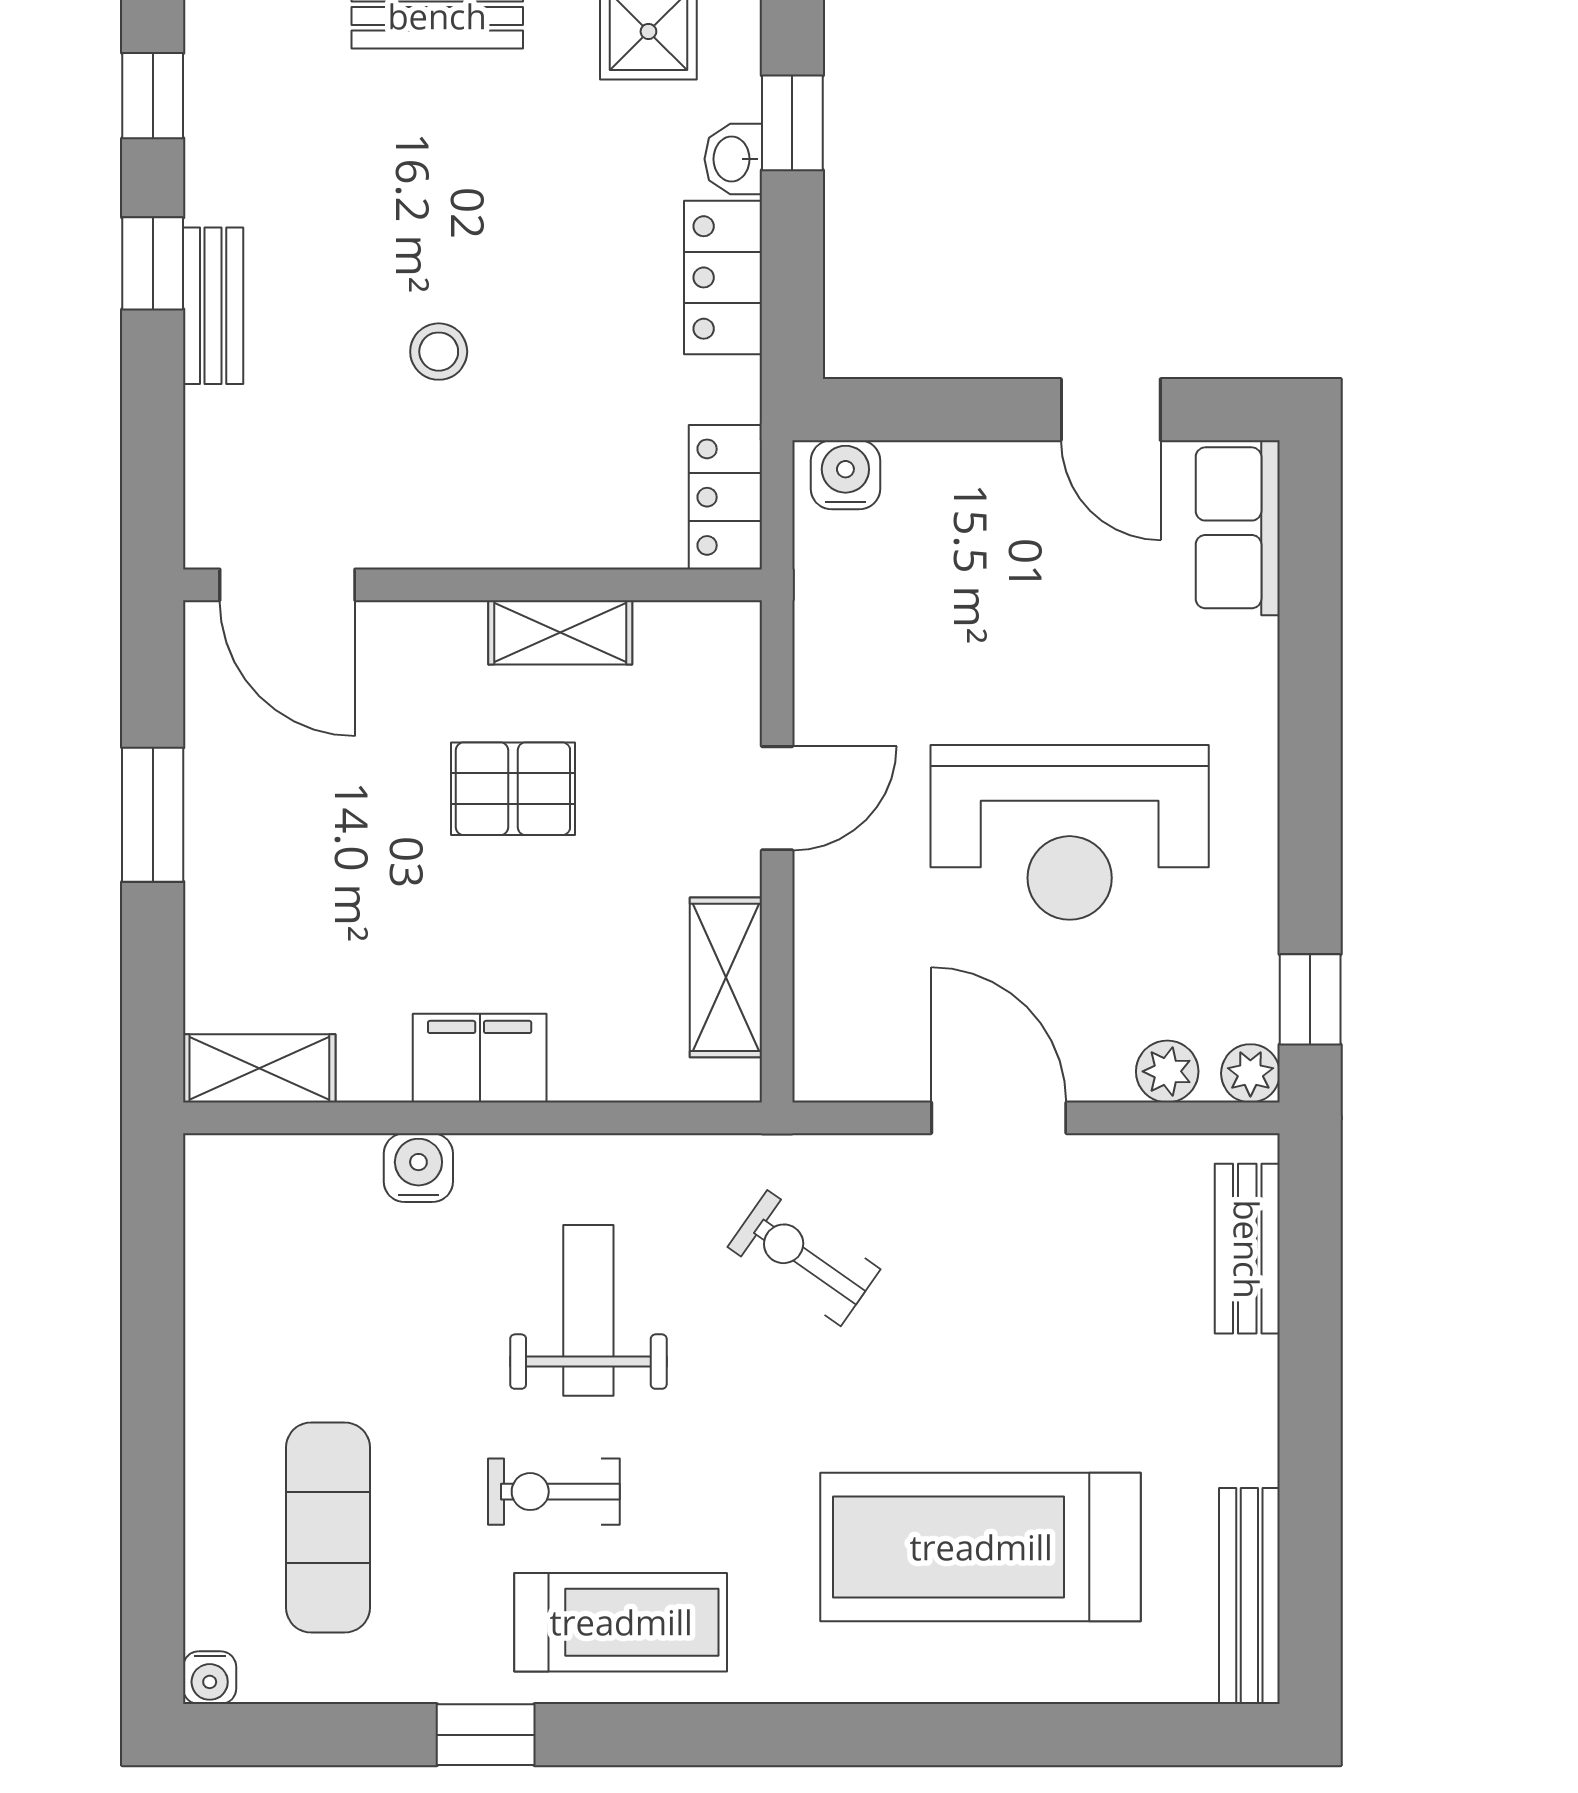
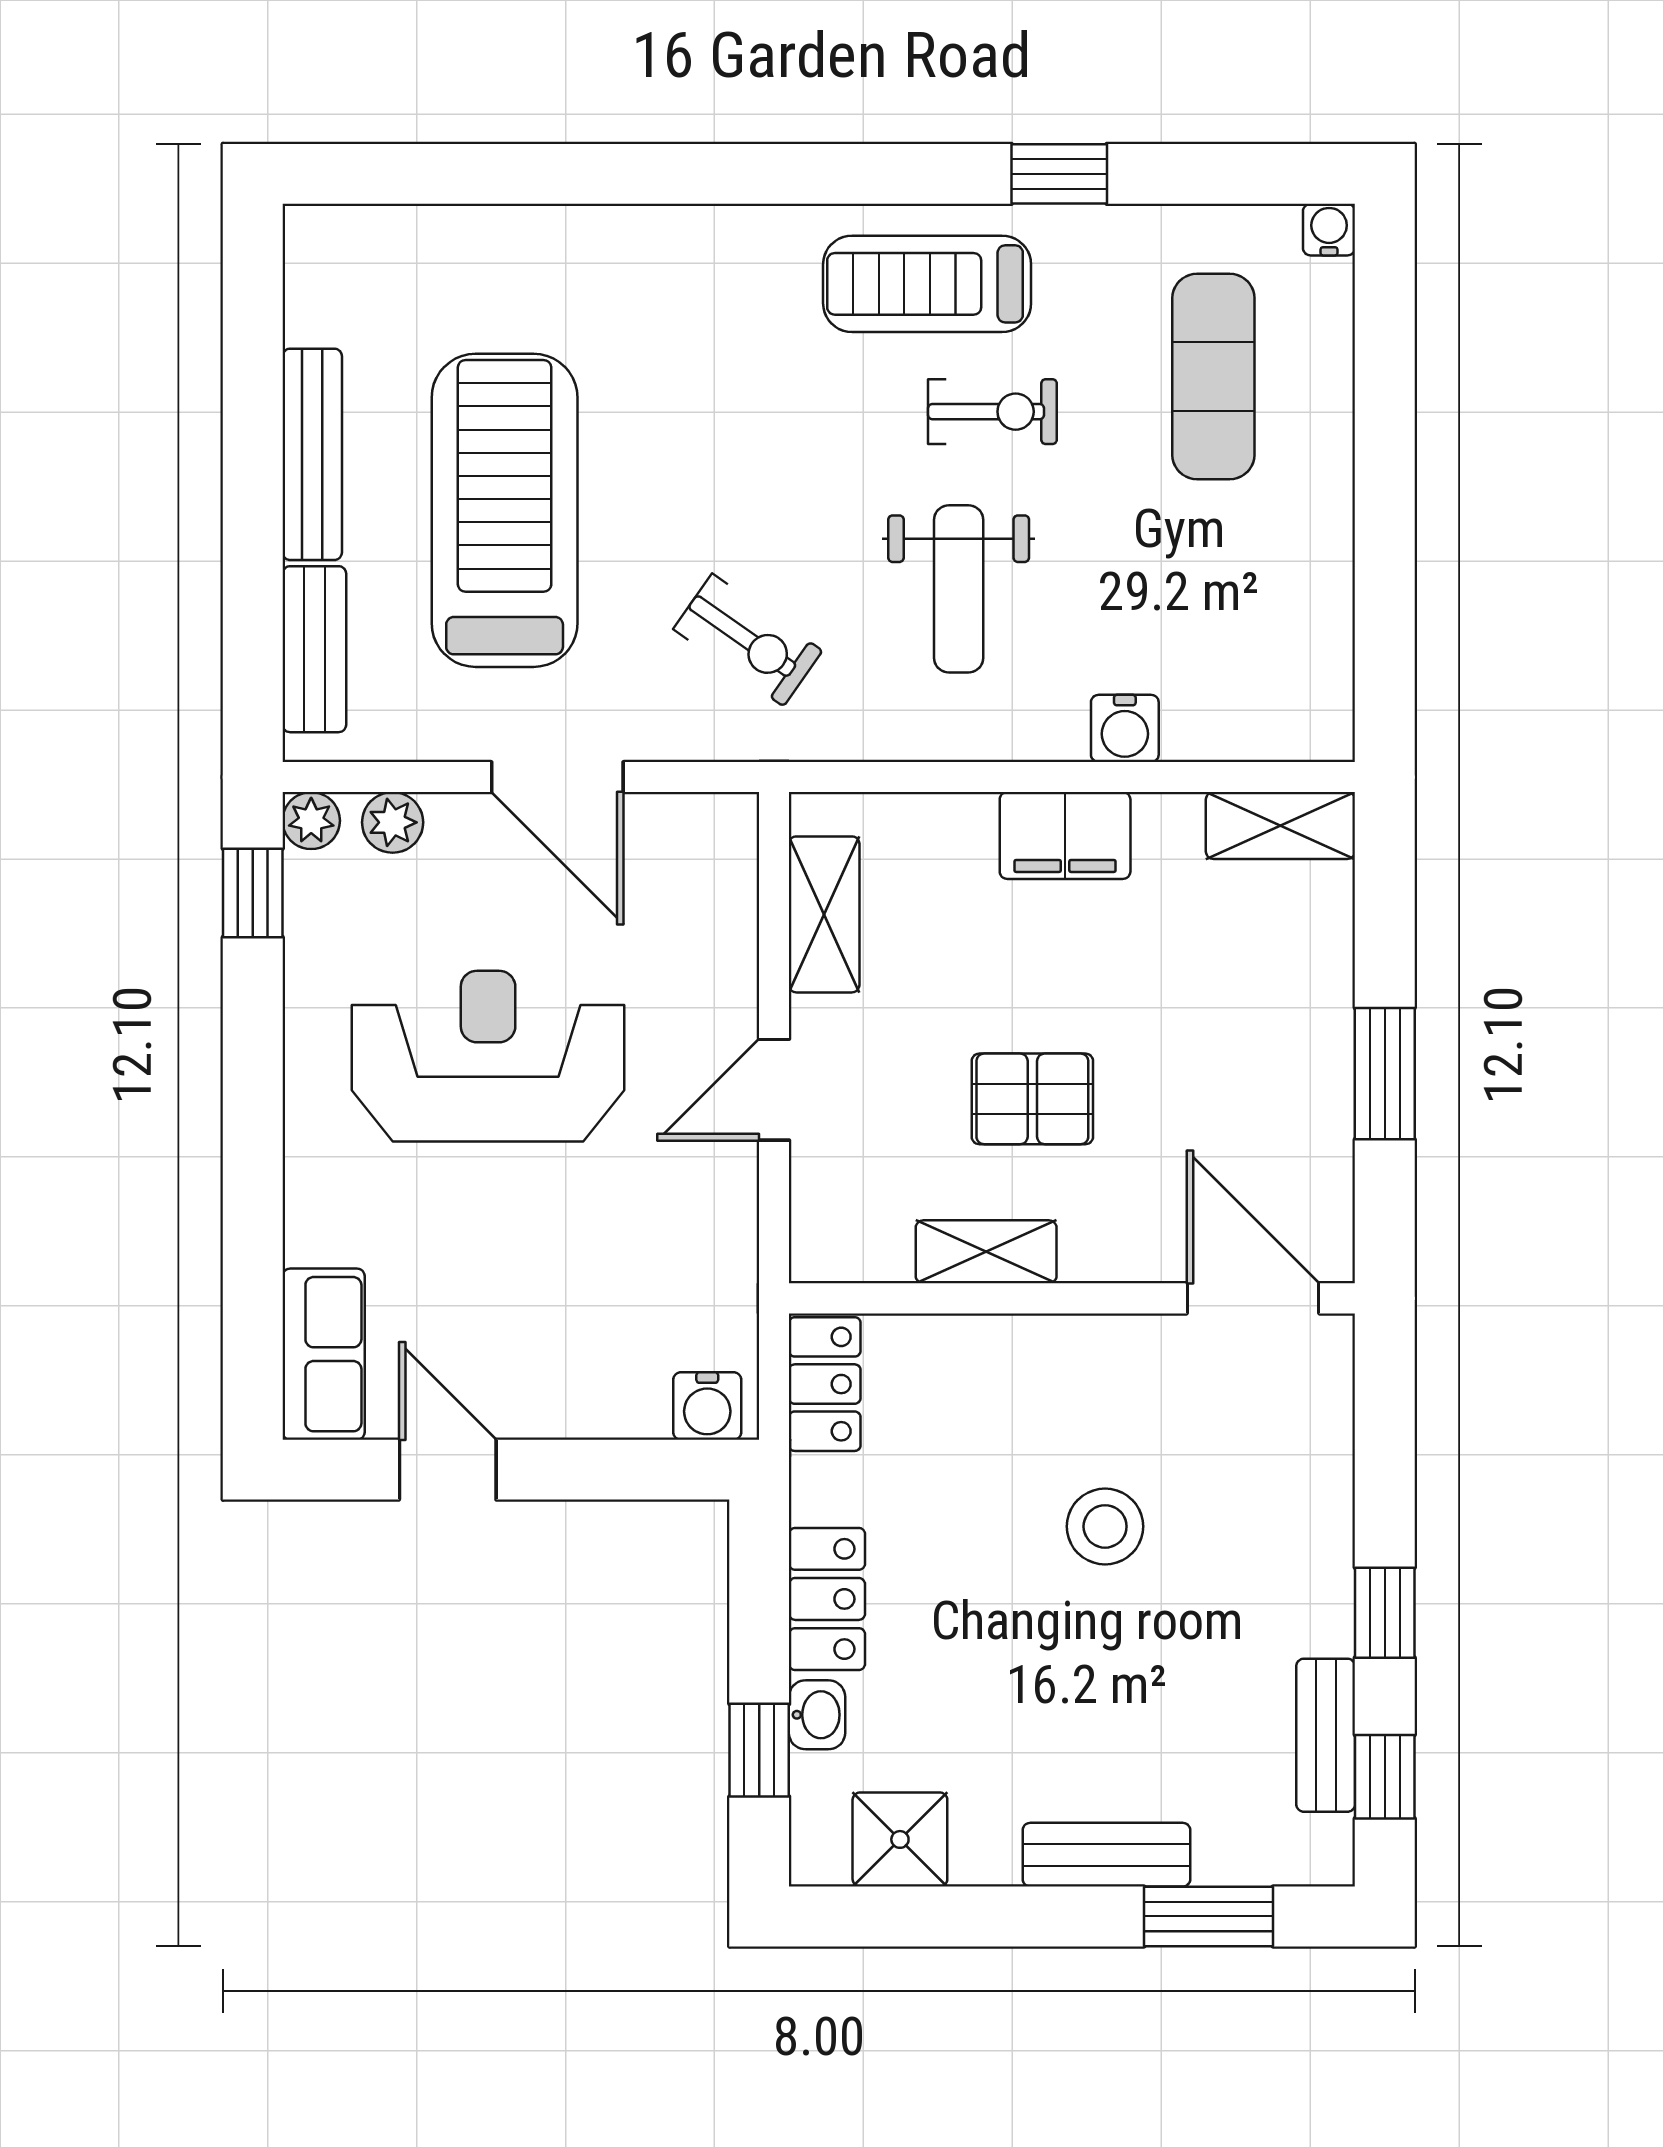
bench: (213, 306) -> (1326, 1735), moved
stool: (439, 352) -> (1105, 1526), width x1.37, depth x1.37
treadmill: (981, 1547) -> (505, 510), moved, turned -90
bench: (1249, 1596) -> (312, 454), moved

